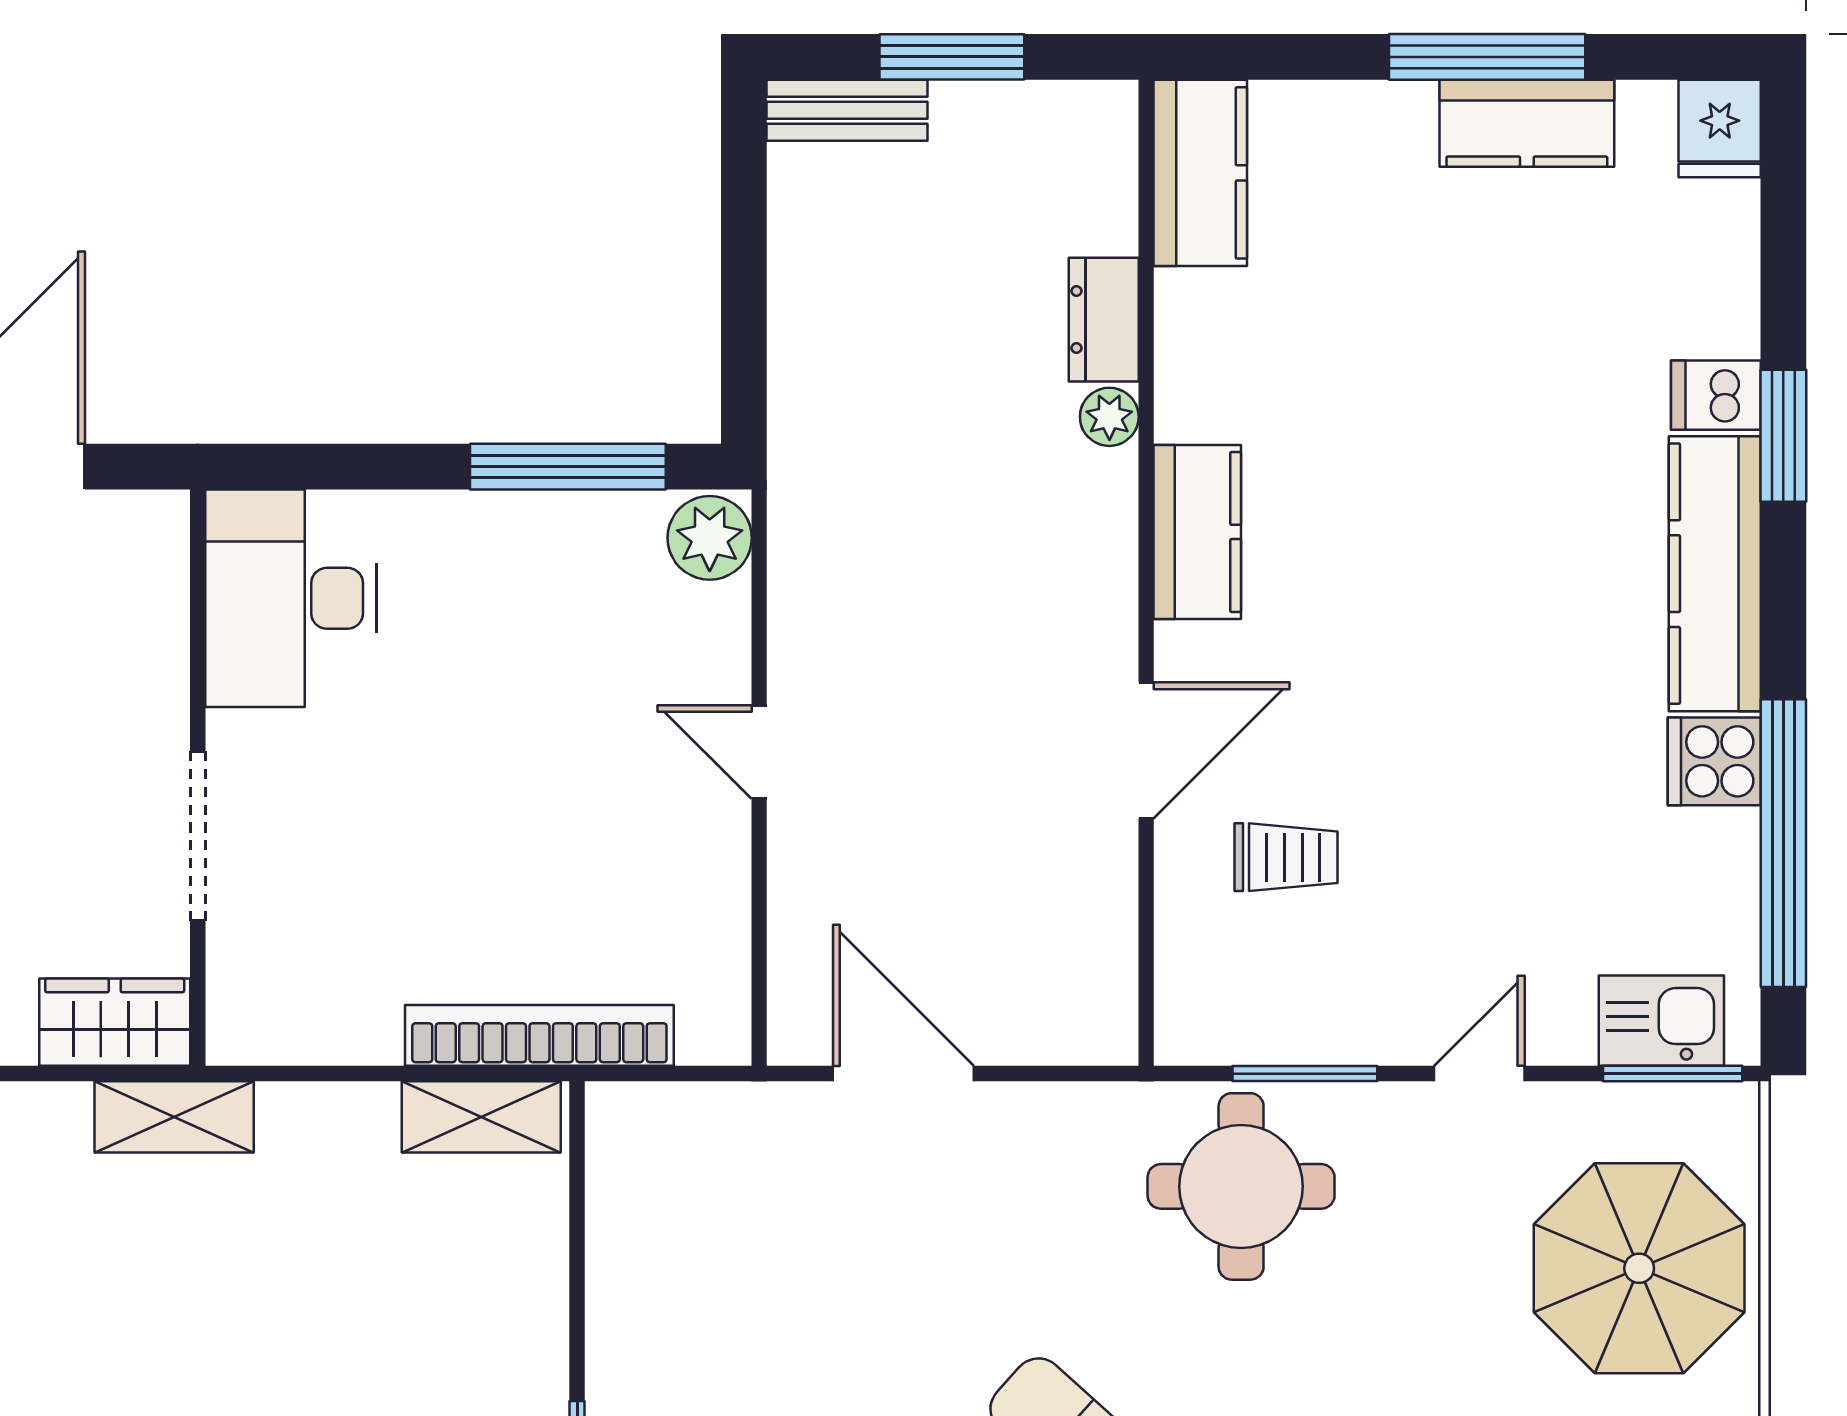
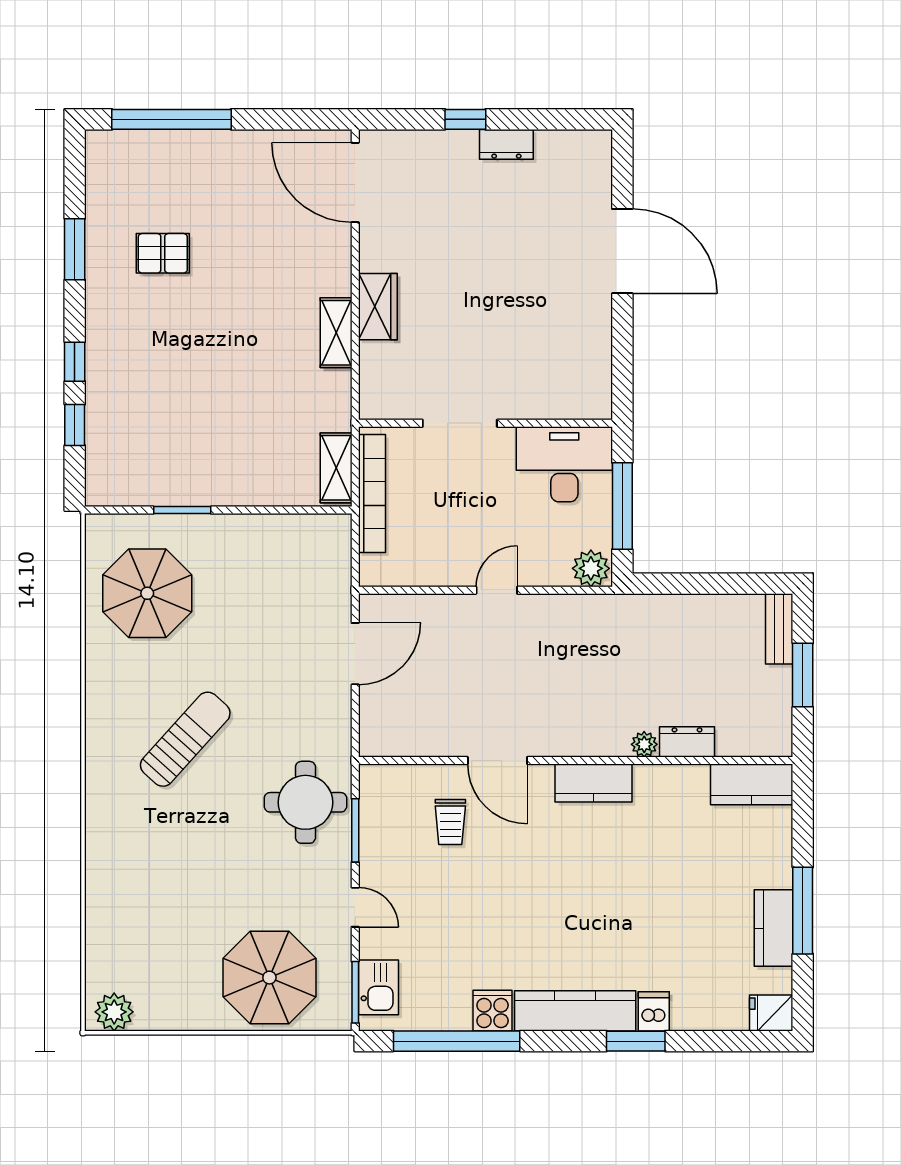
desk: (291, 598) -> (564, 464), moved
wall: (198, 778) -> (485, 423), moved
doorway: (198, 836) -> (460, 423), moved

